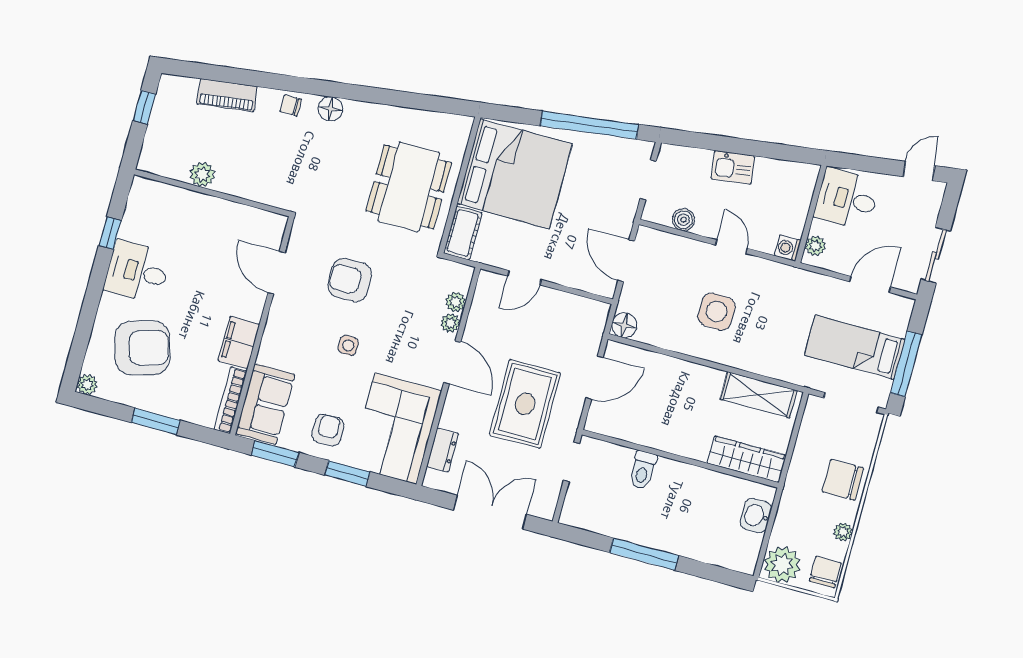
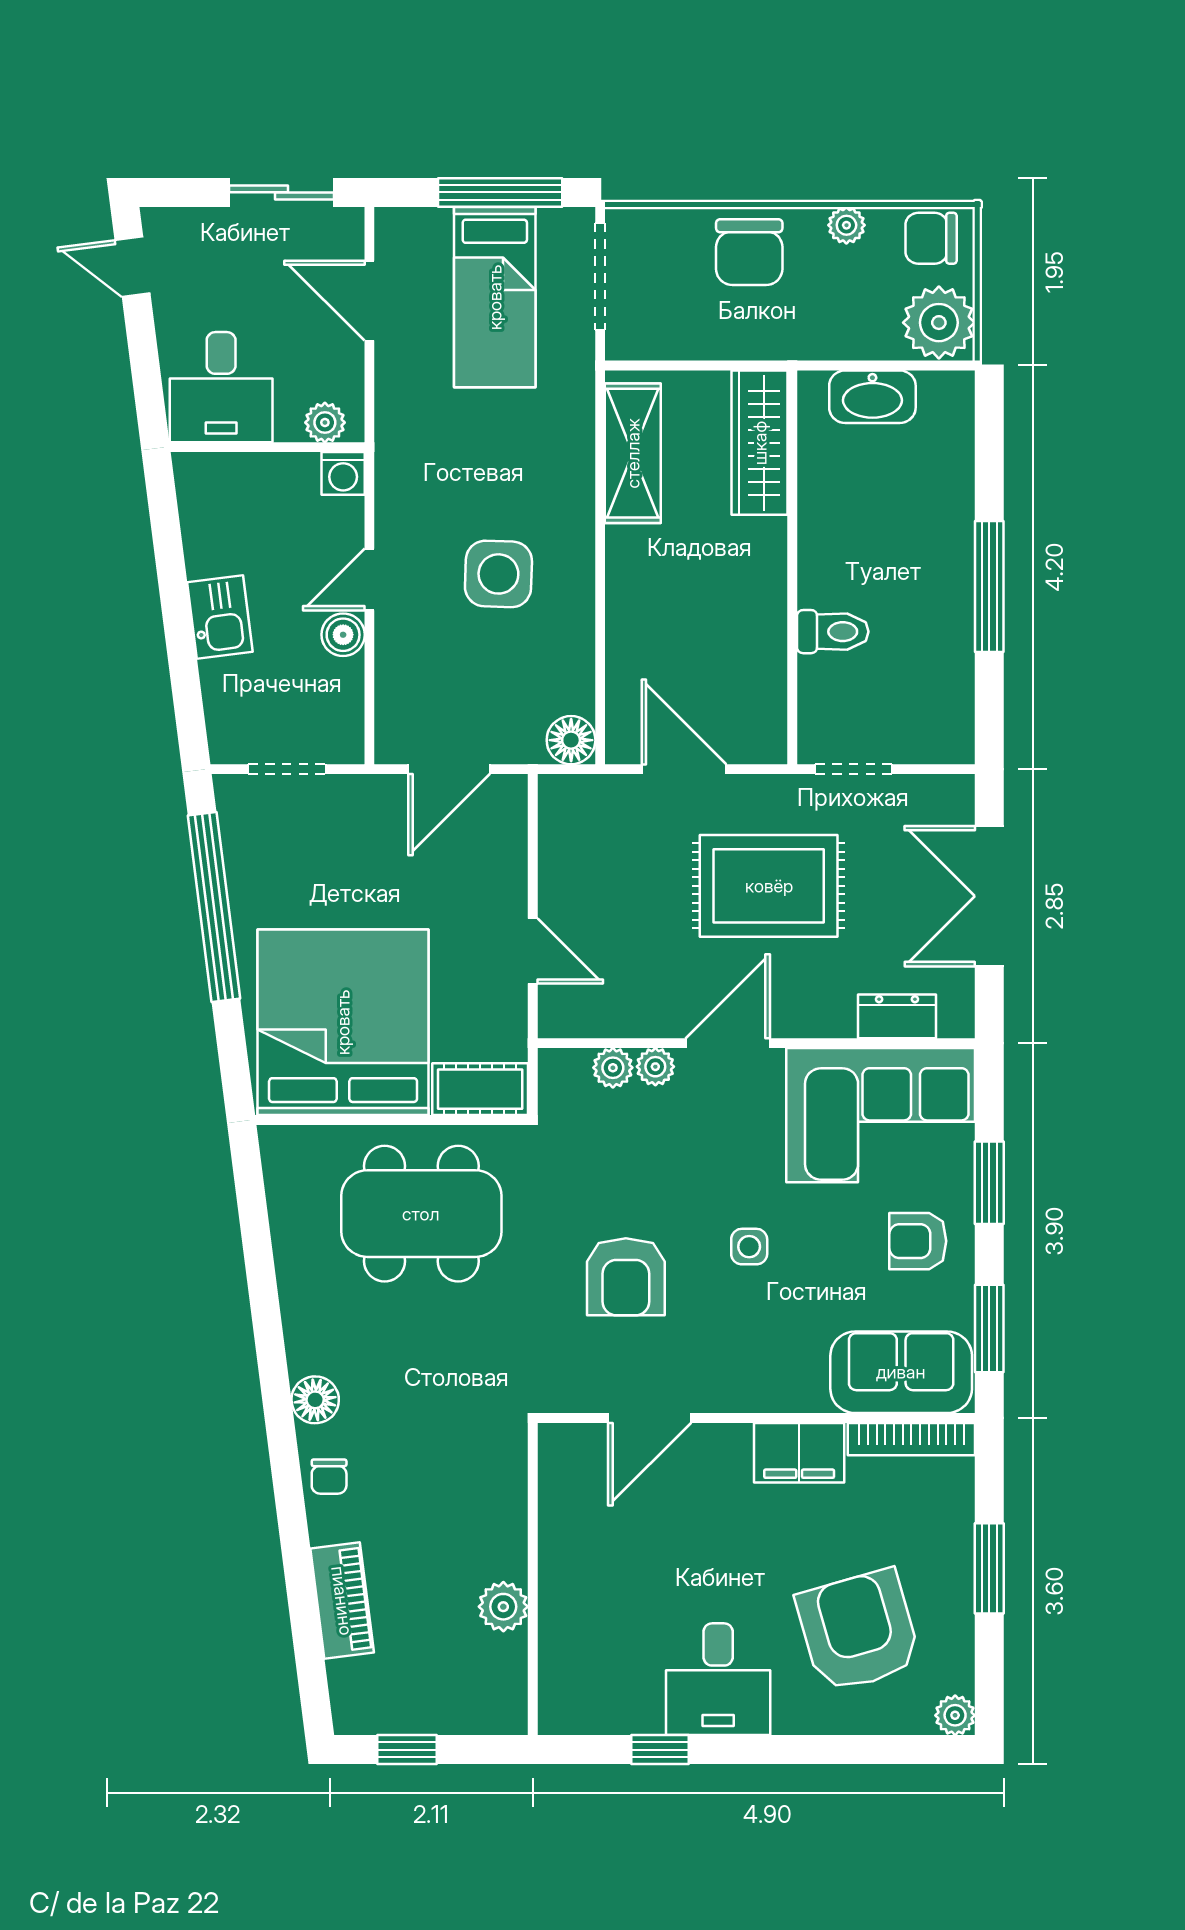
boiler: (684, 220) -> (343, 635), moved
washbasin: (756, 516) -> (872, 397), width x1.38

